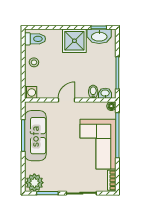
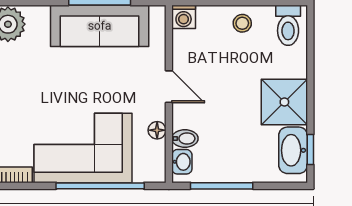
floor lamp: (111, 106) -> (157, 130), moved

